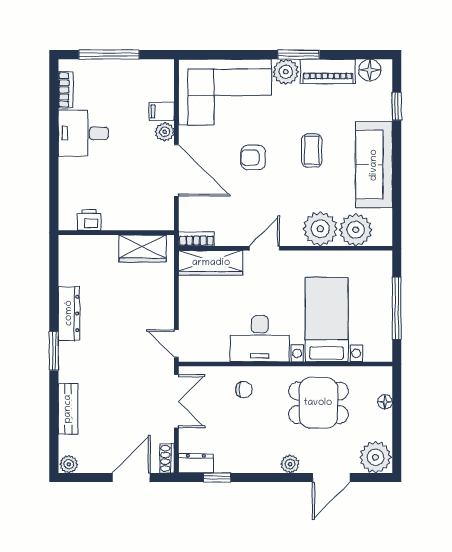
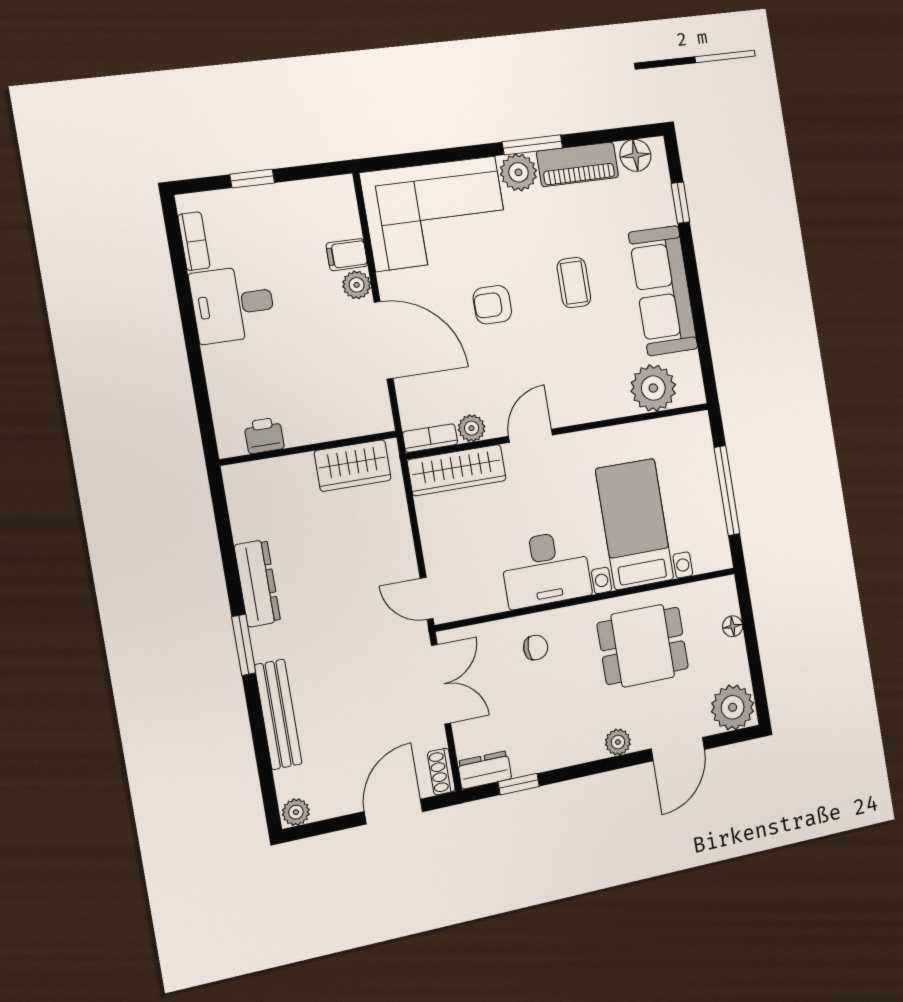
window: (109, 55) -> (252, 179), width x0.46
plant: (320, 229) -> (472, 428), moved, width x0.53, depth x0.53
bench: (68, 409) -> (278, 714), width x1.36

